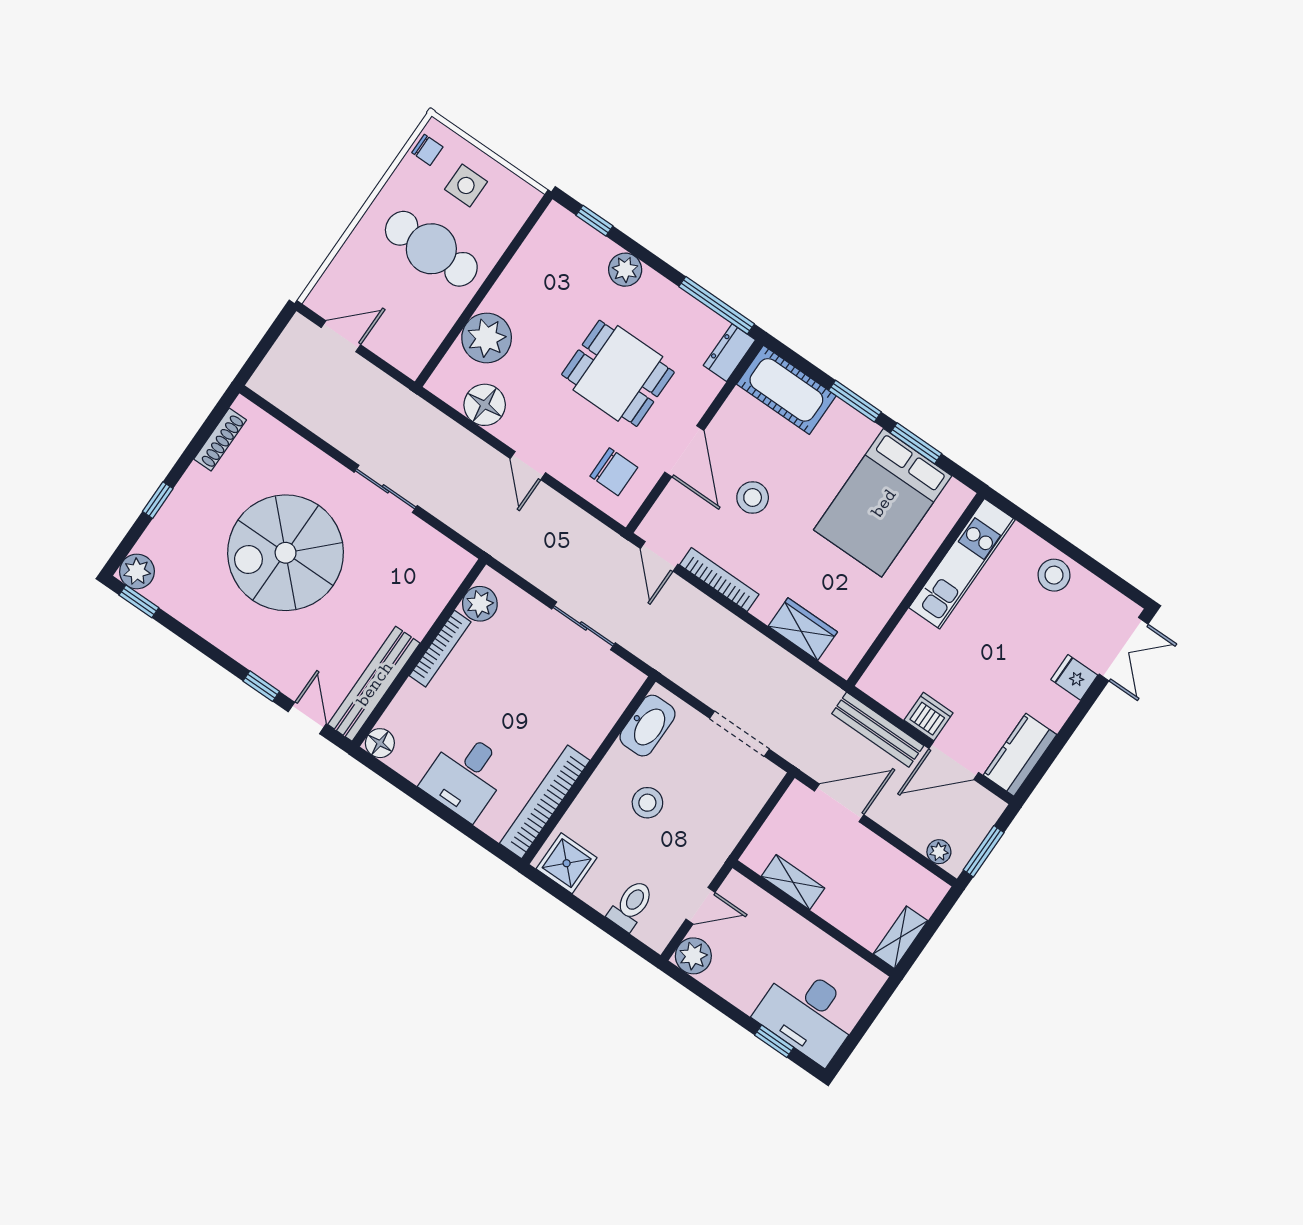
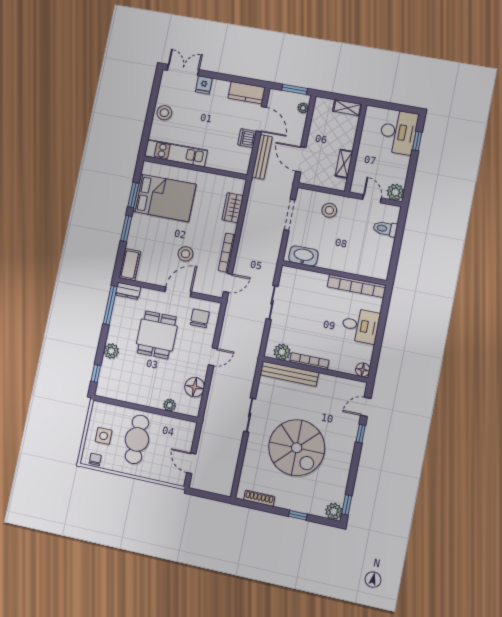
plant: (487, 338) -> (170, 405), width x0.53, depth x0.53
cot: (786, 390) -> (130, 265), width x0.73, depth x0.75
bench: (374, 684) -> (289, 374), moved
stool: (647, 803) -> (329, 210), moved
shower: (567, 863) -> (379, 265), removed

